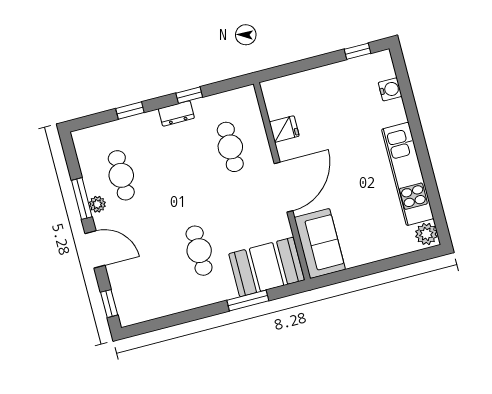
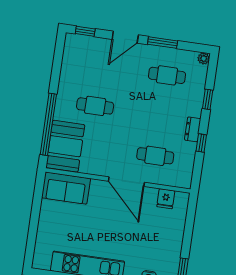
fridge: (284, 129) -> (166, 199), moved
door: (283, 187) -> (126, 182), moved
plant: (97, 204) -> (204, 59), moved
plant: (426, 234) -> (42, 262), removed
window: (248, 301) -> (48, 124), width x2.11

